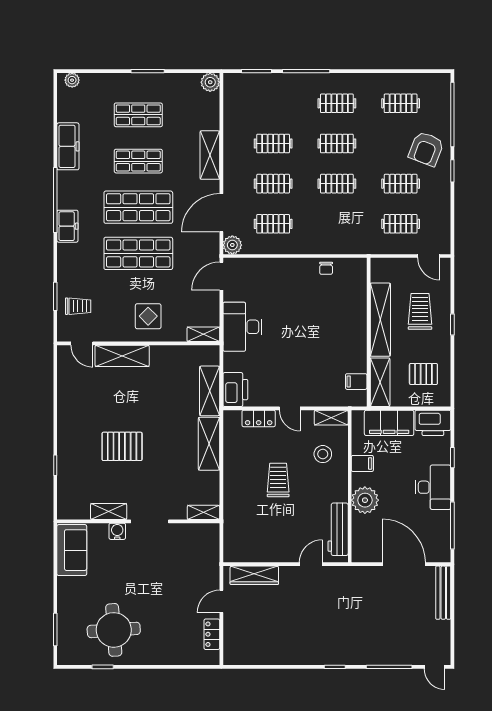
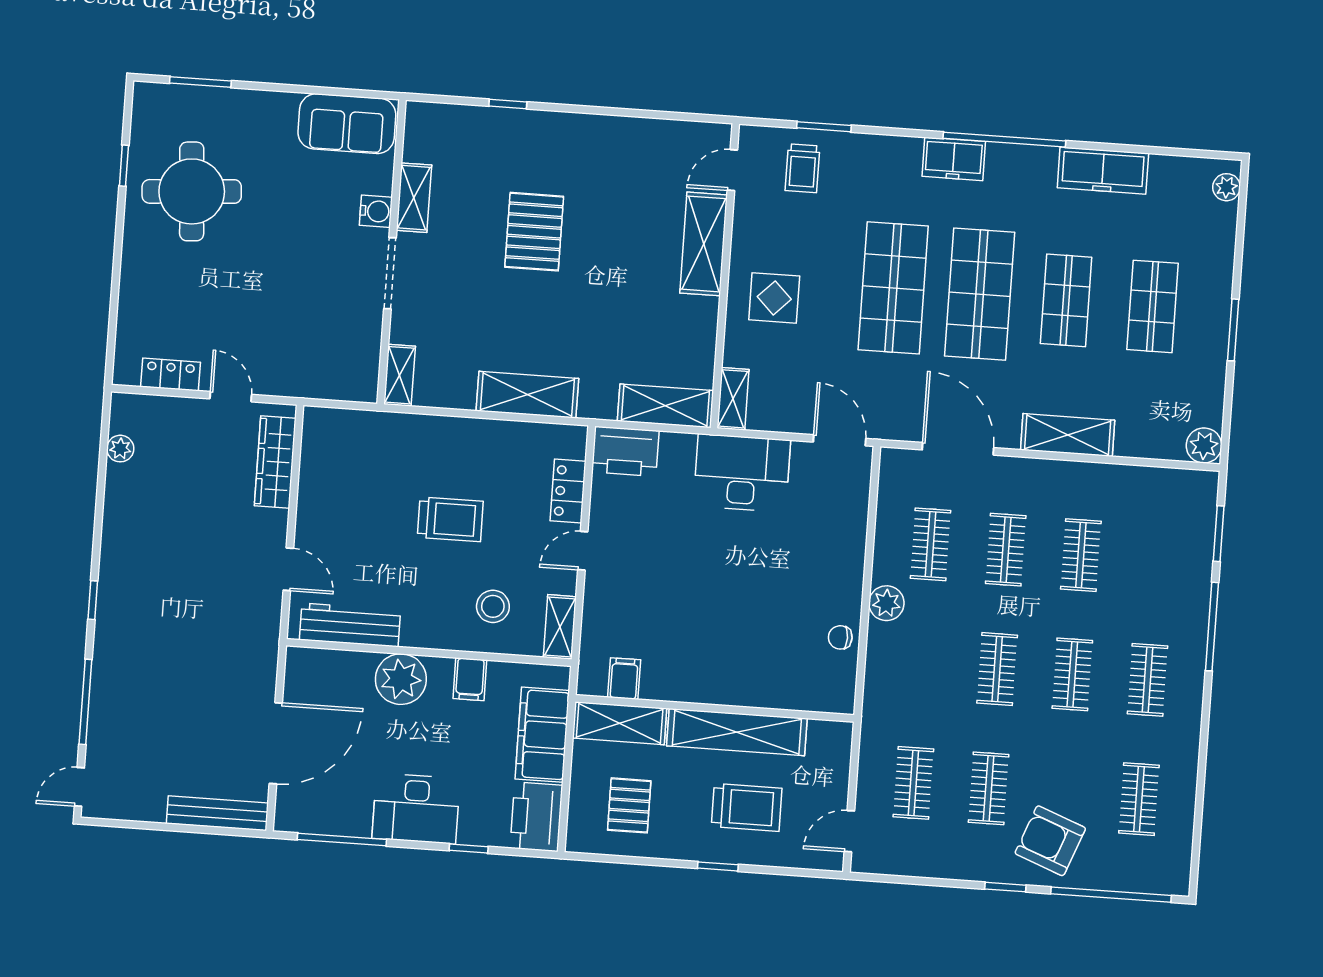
plant: (232, 245) -> (886, 603), moved
shelving: (210, 391) -> (665, 406), moved
plant: (253, 658) -> (120, 449), added

